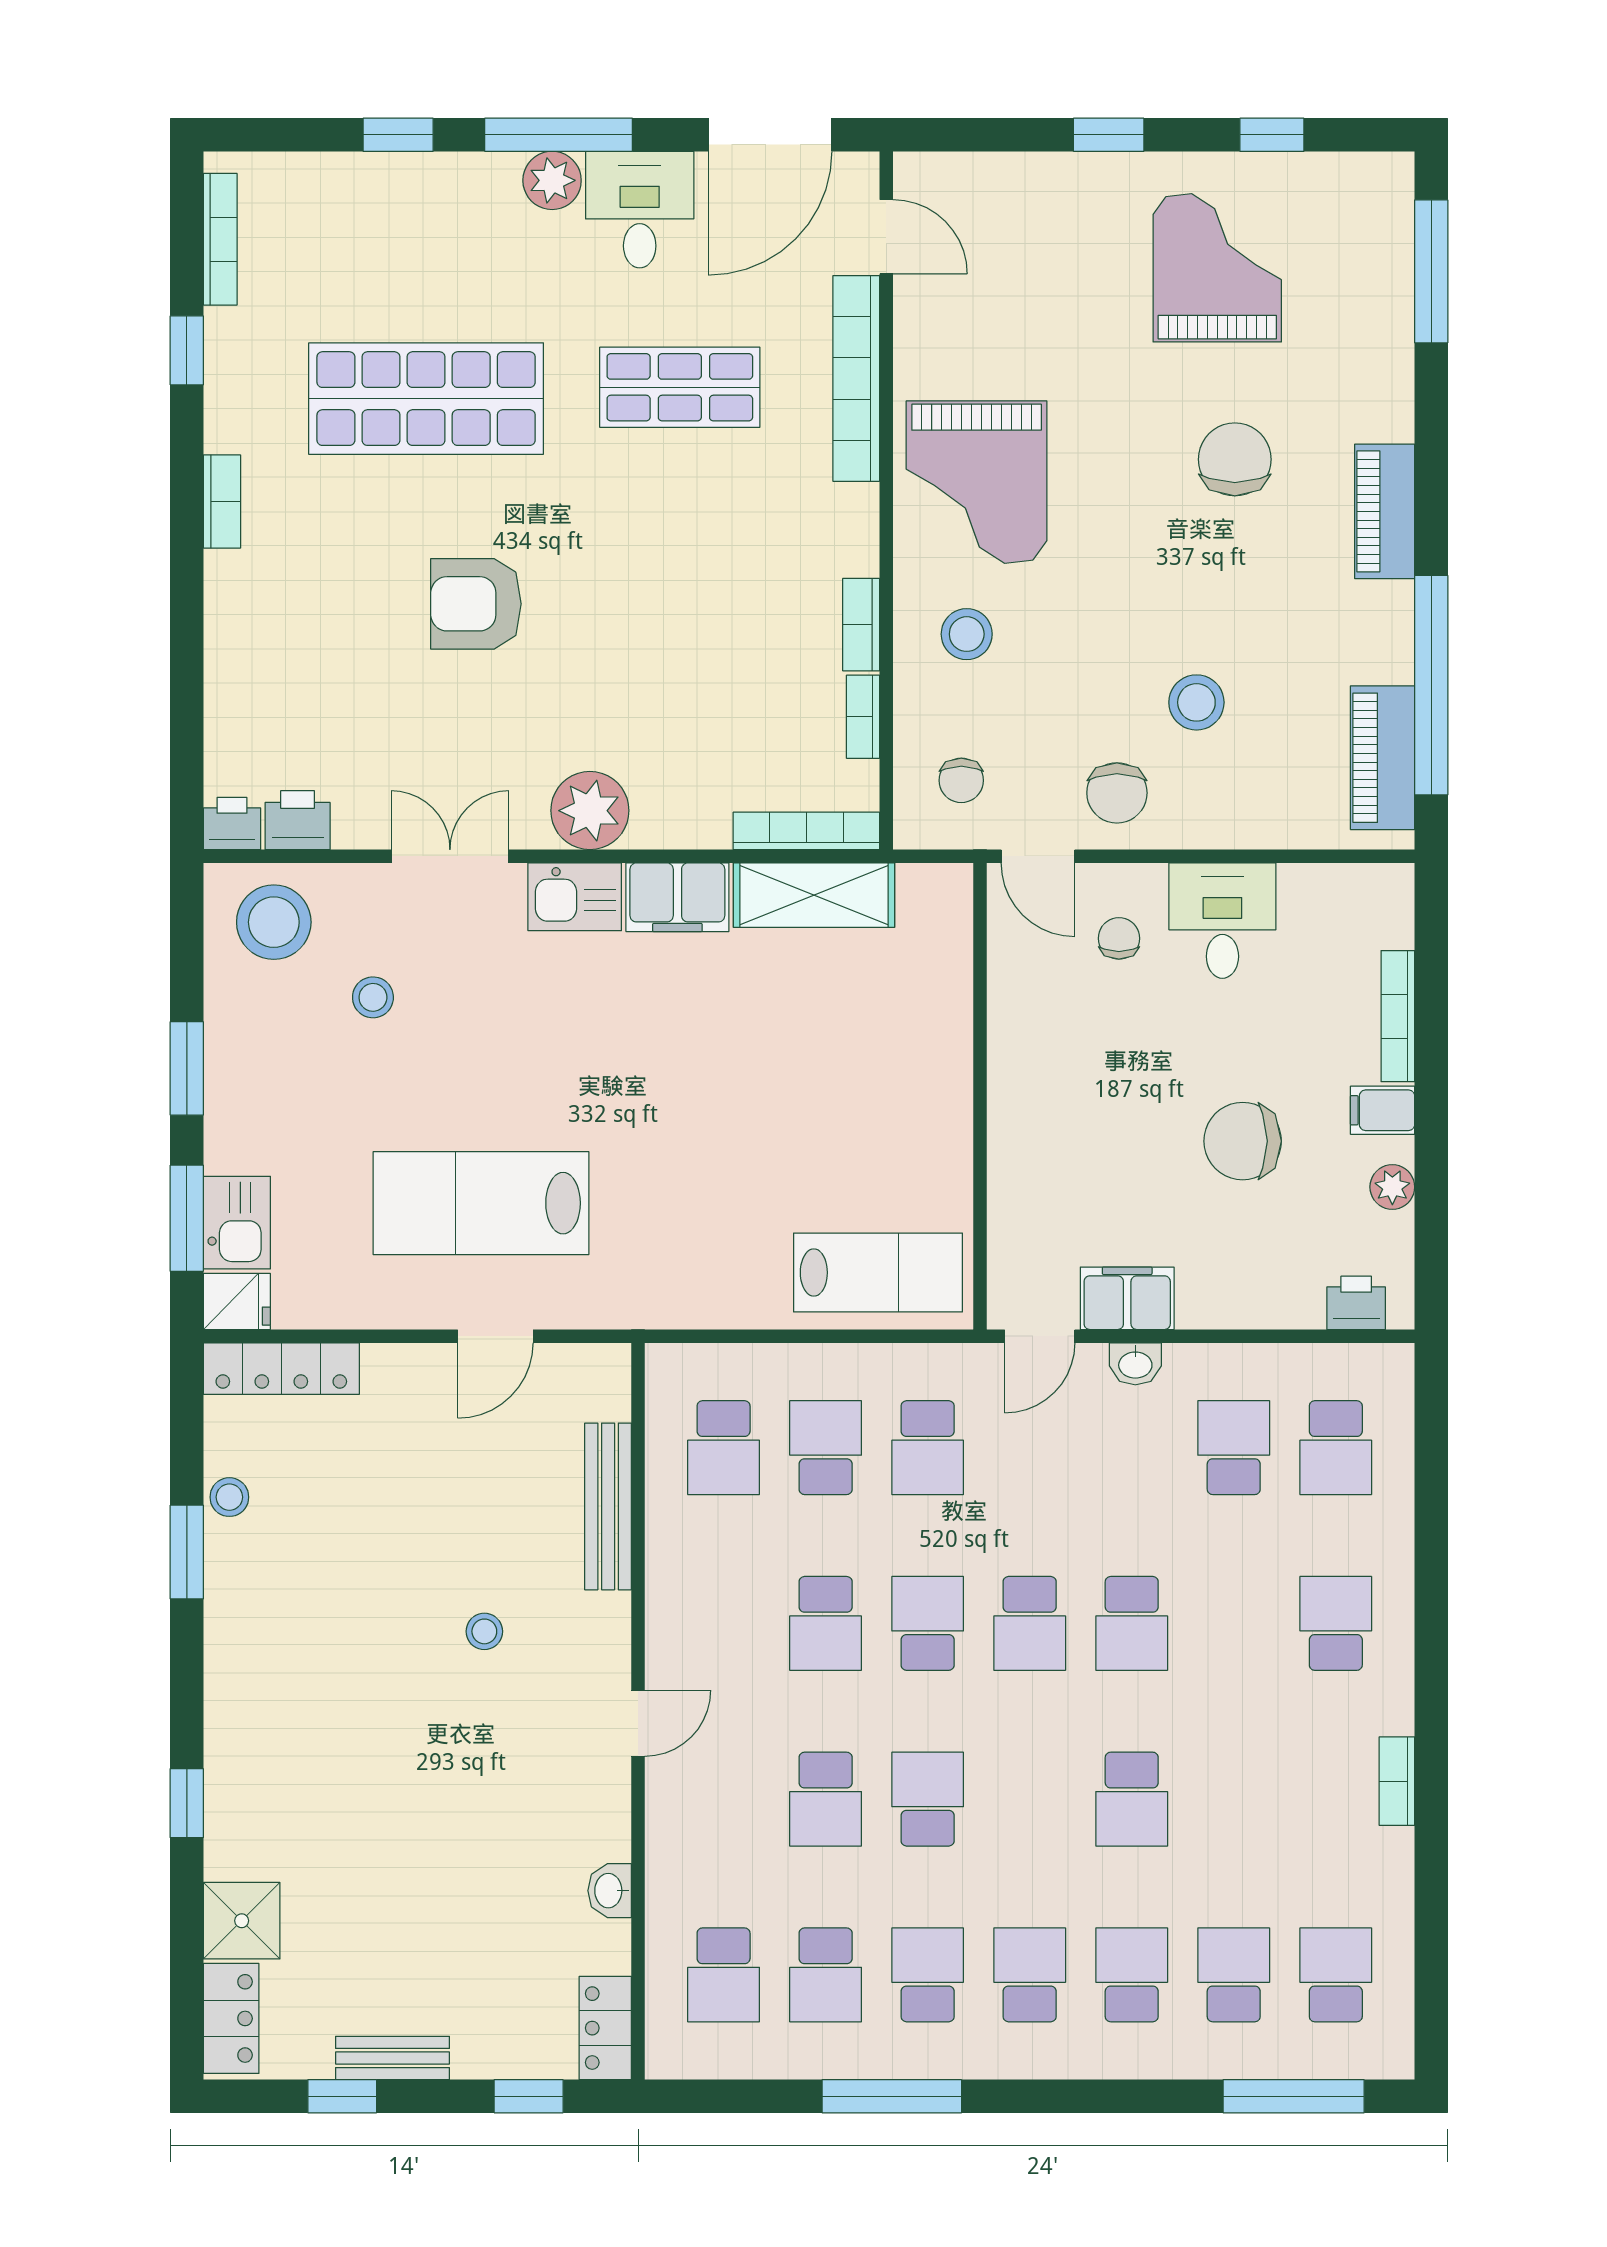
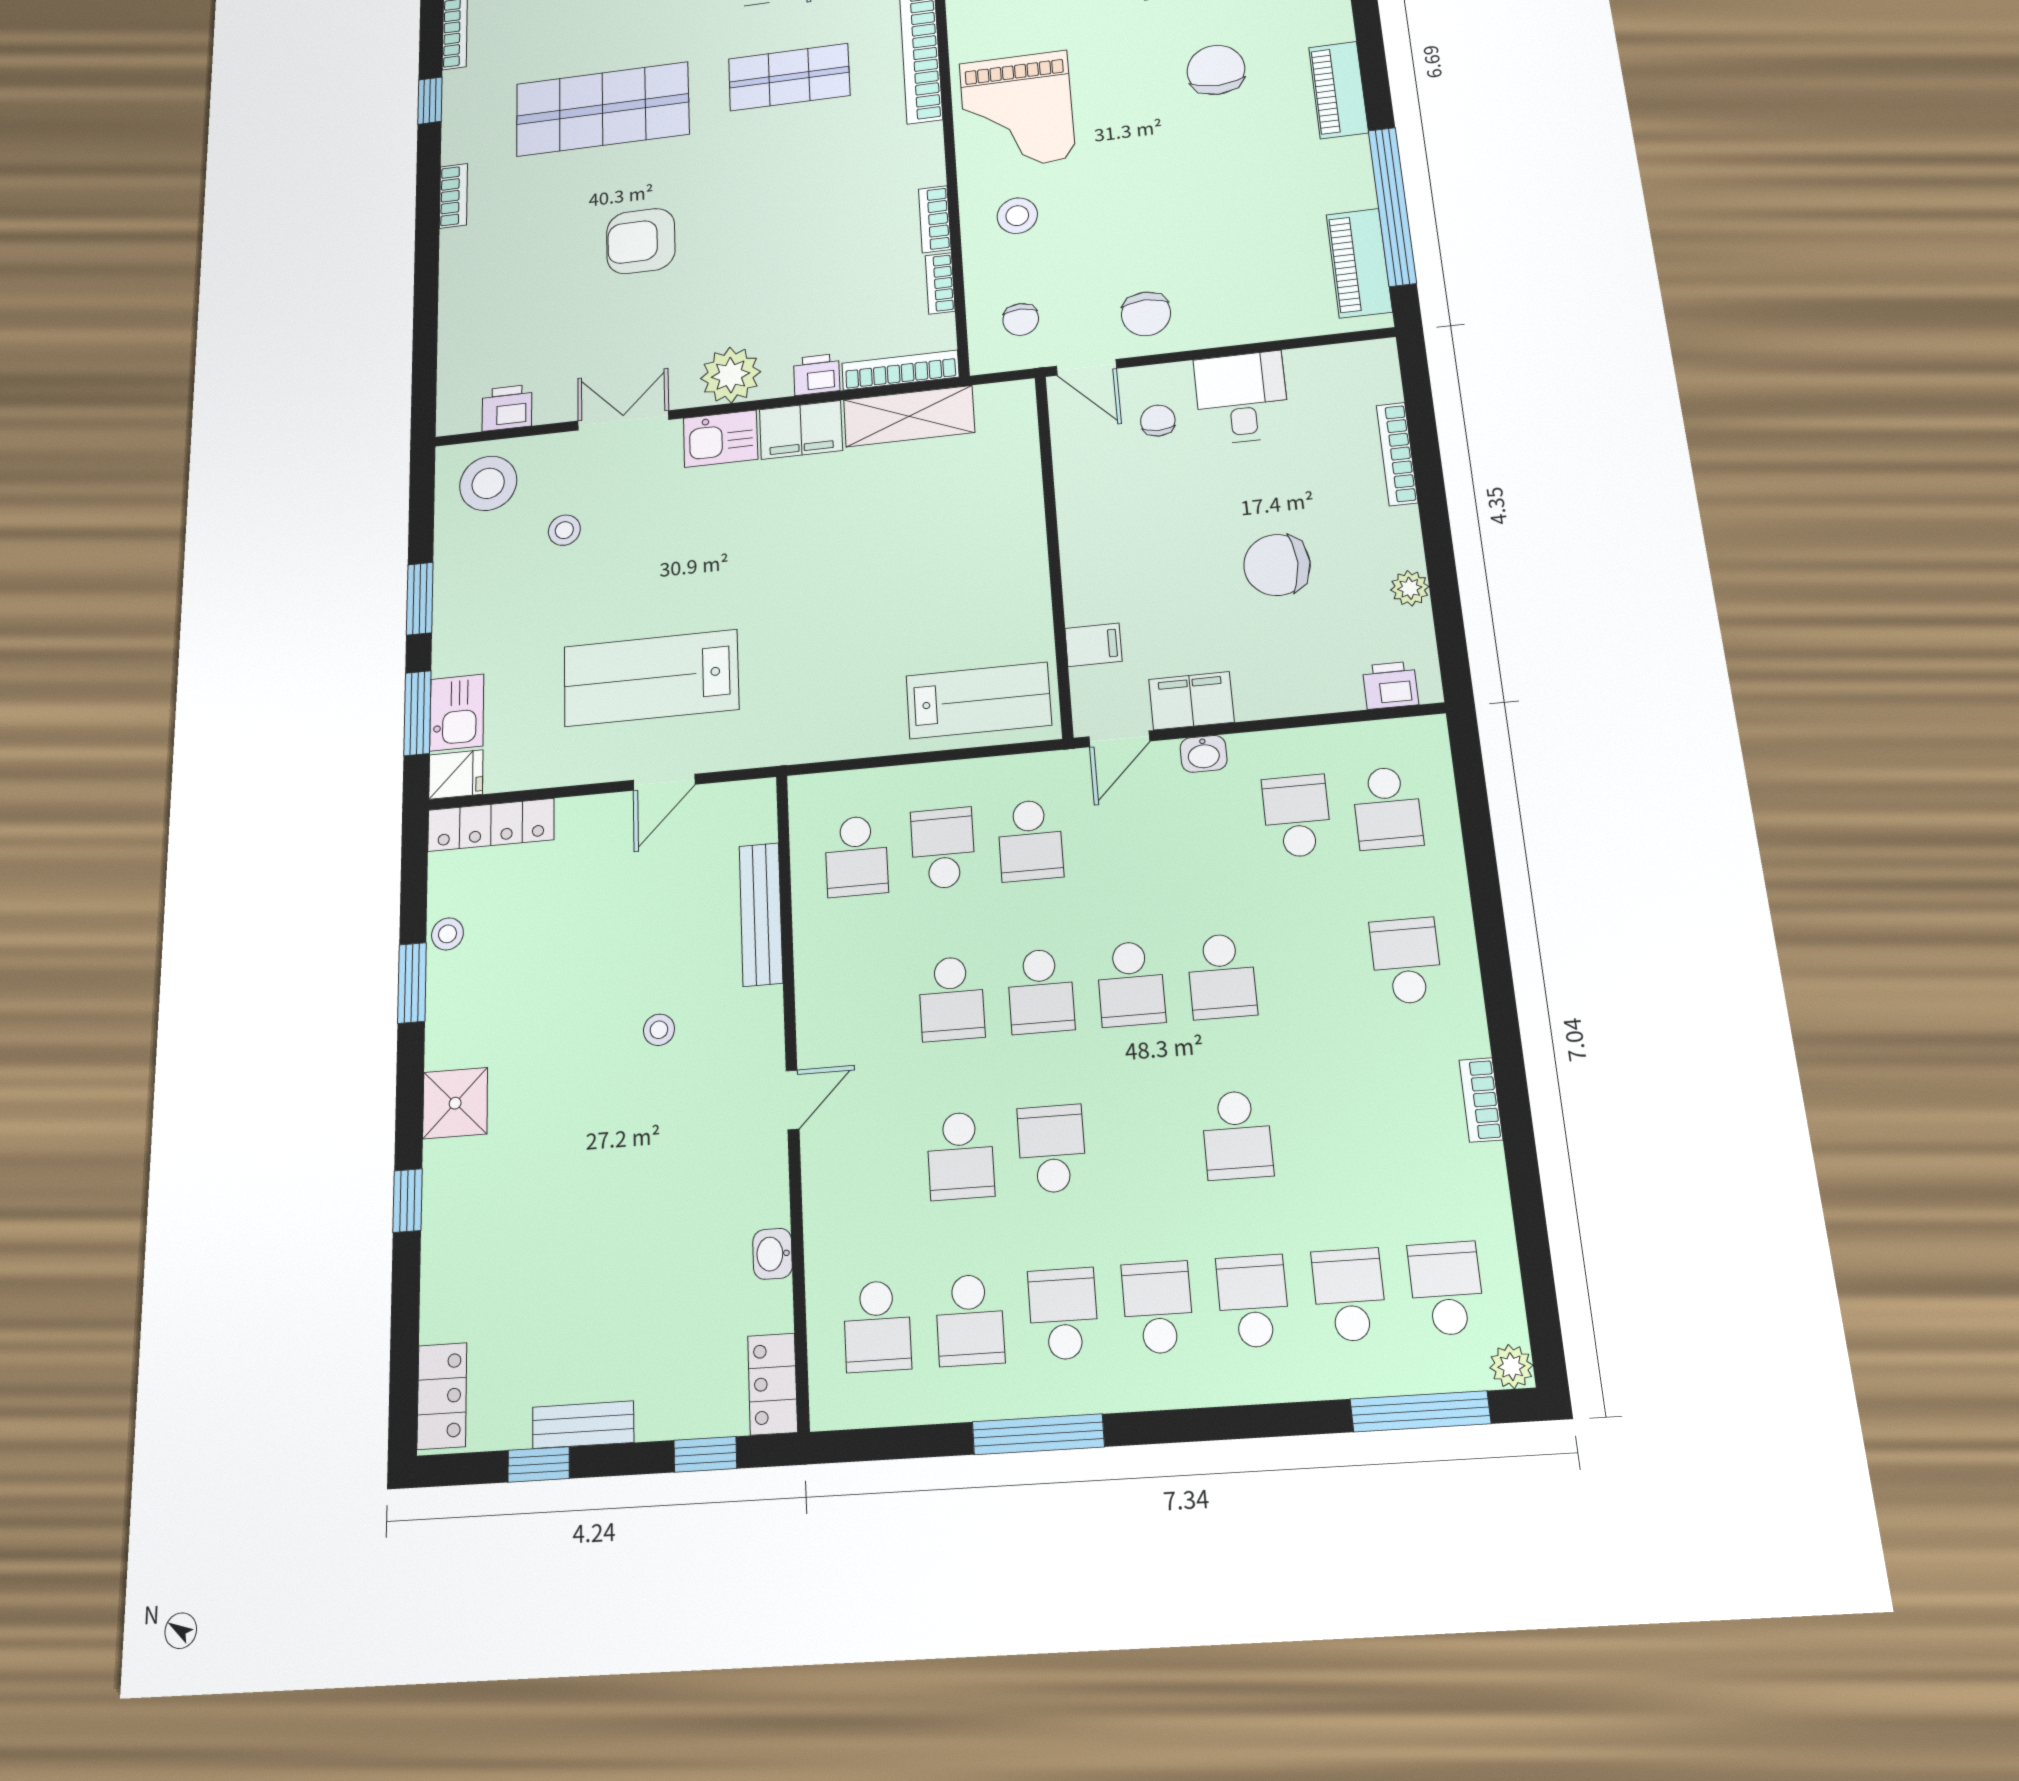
stool: (1196, 702) -> (1204, 242), removed
printer: (232, 824) -> (817, 374), moved
filing cabinet: (1383, 1110) -> (1093, 645), moved, turned 180
school desk: (928, 1623) -> (1041, 991), turned 180
shower: (242, 1921) -> (455, 1103), moved
plant: (1392, 2057) -> (1511, 1367), added

